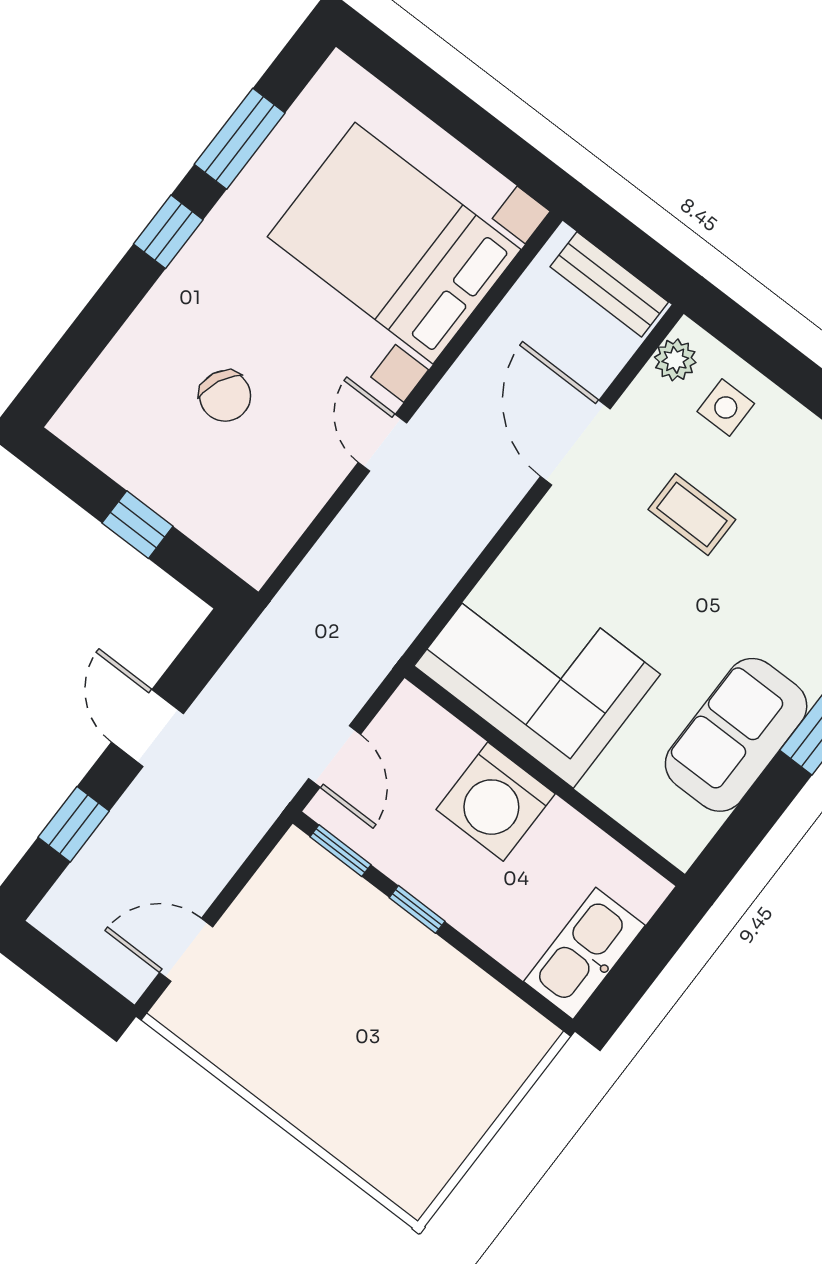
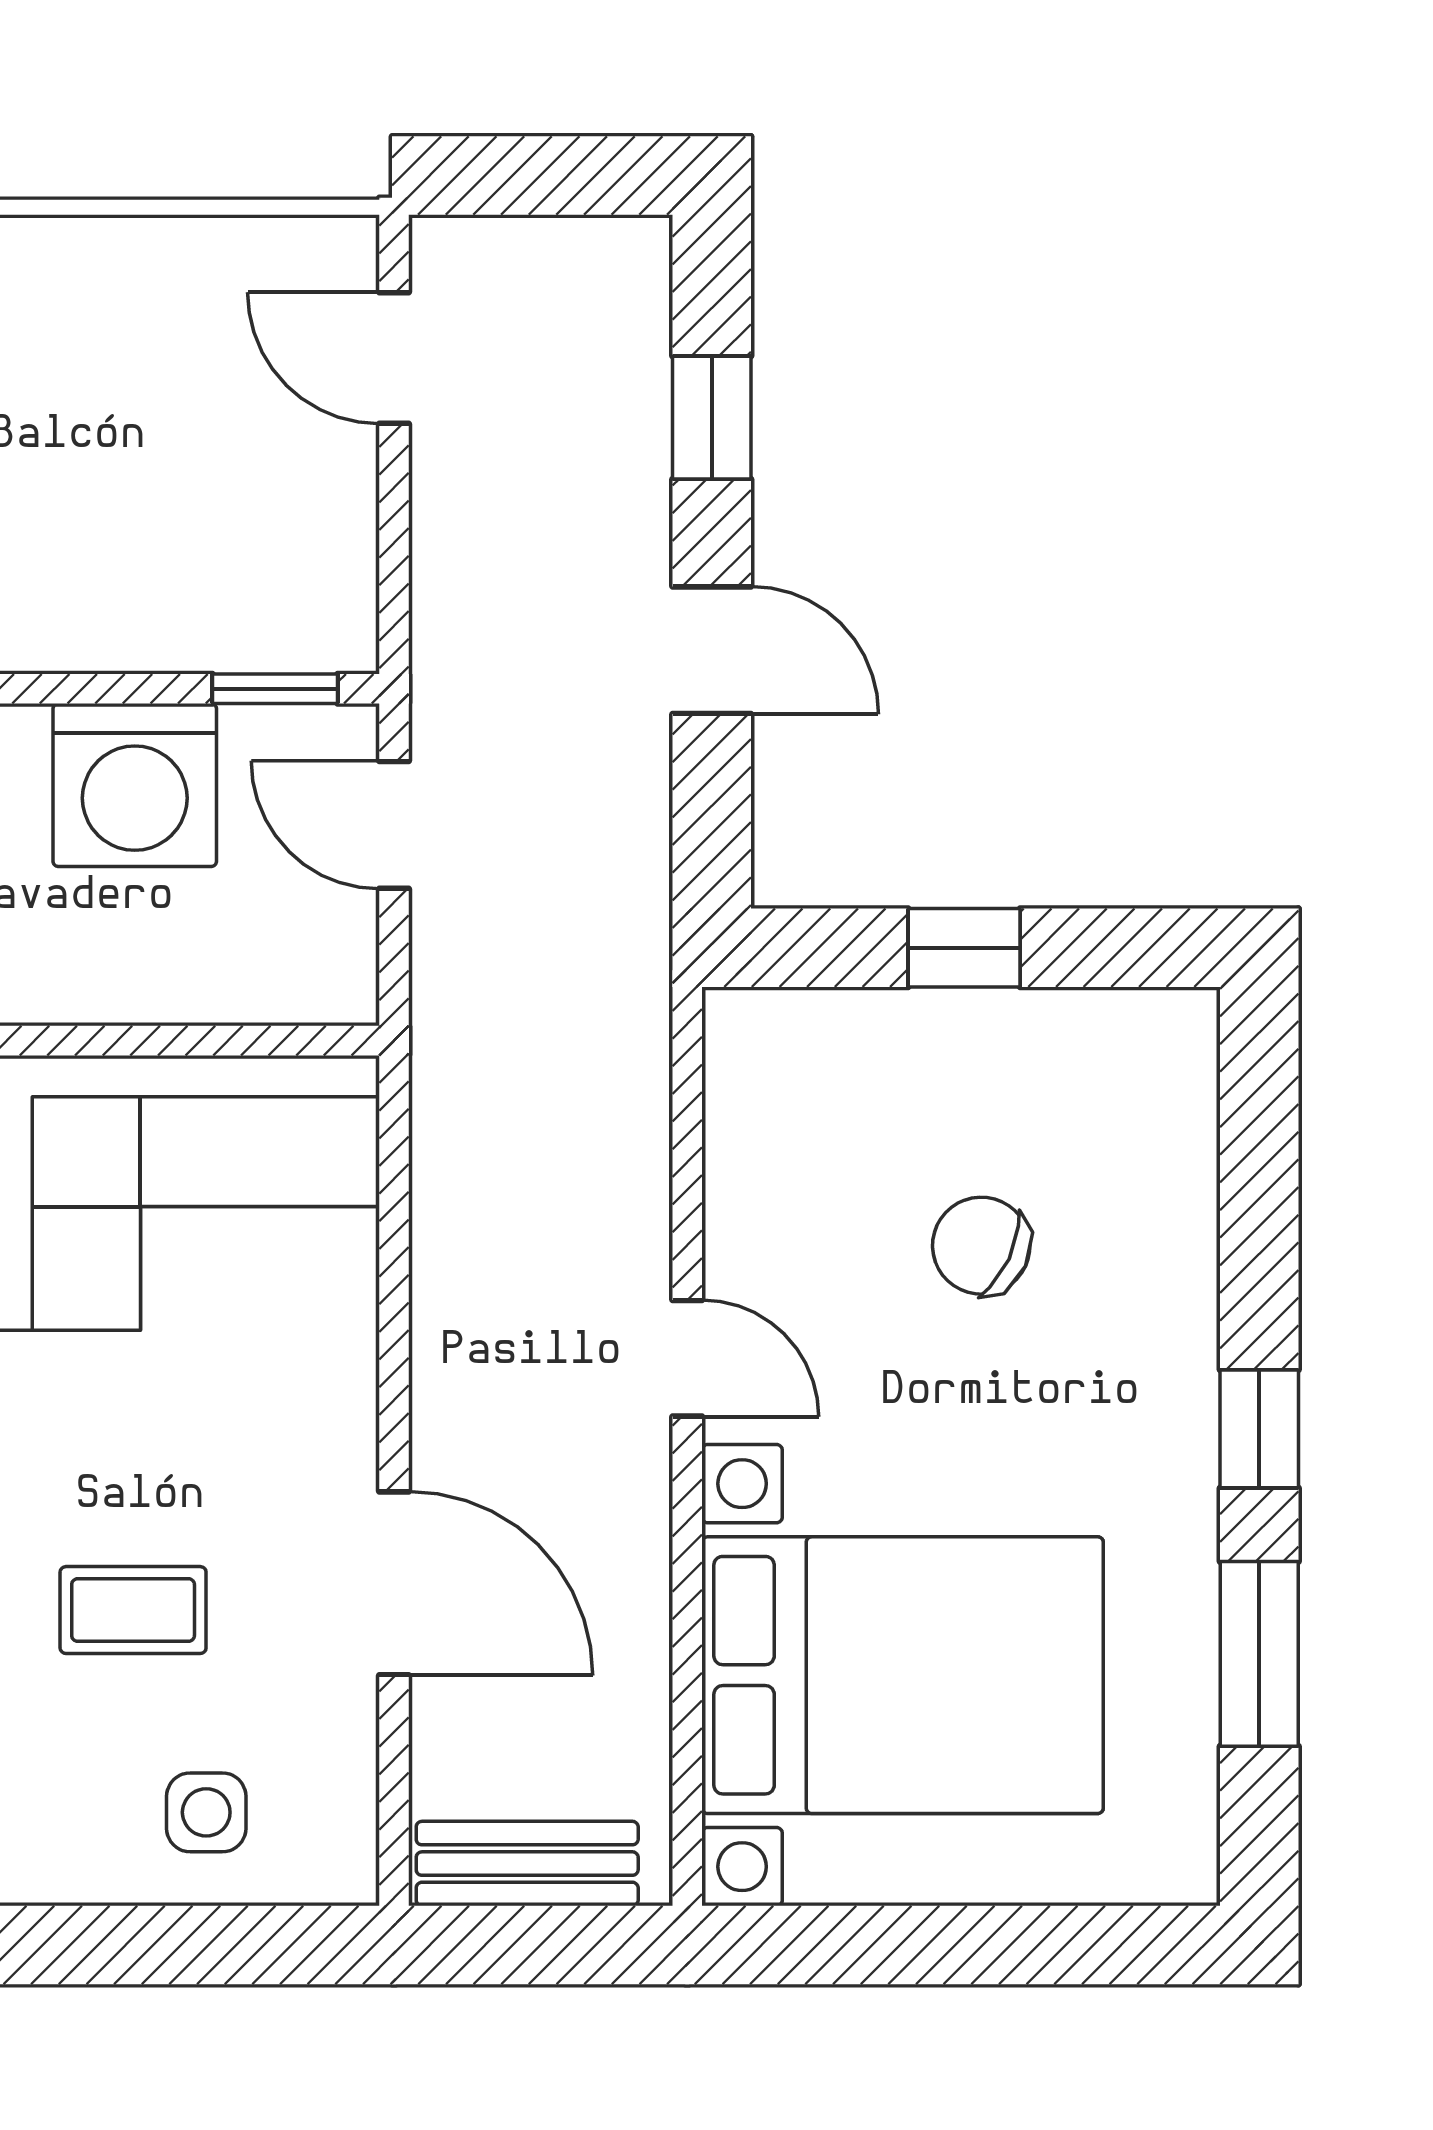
plant: (675, 360) -> (339, 1826), removed
washing machine: (496, 802) -> (135, 785), moved, turned 180
window: (417, 909) -> (90, 689), removed
door: (186, 950) -> (394, 358), swing flipped

